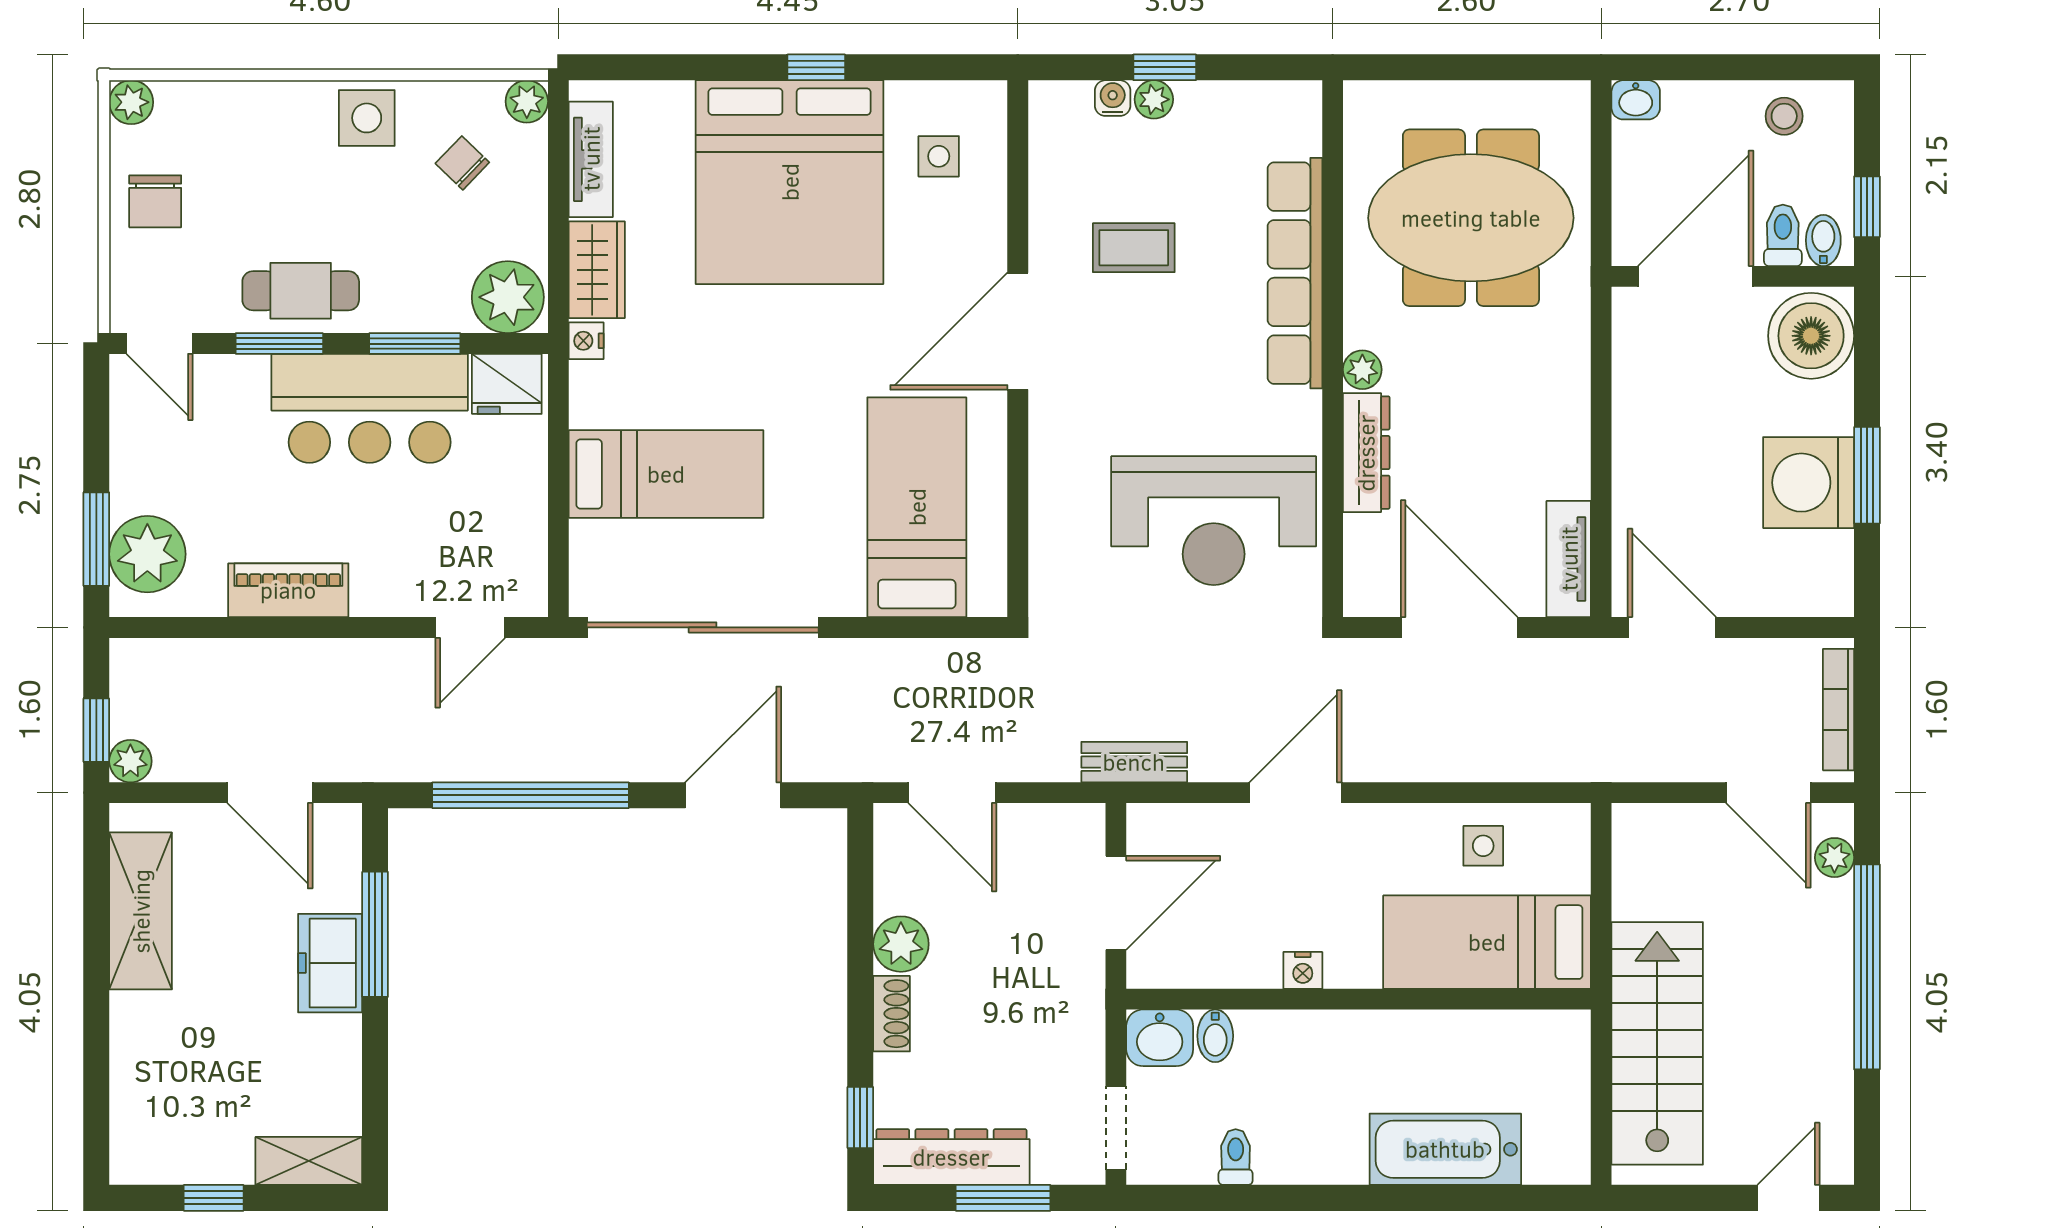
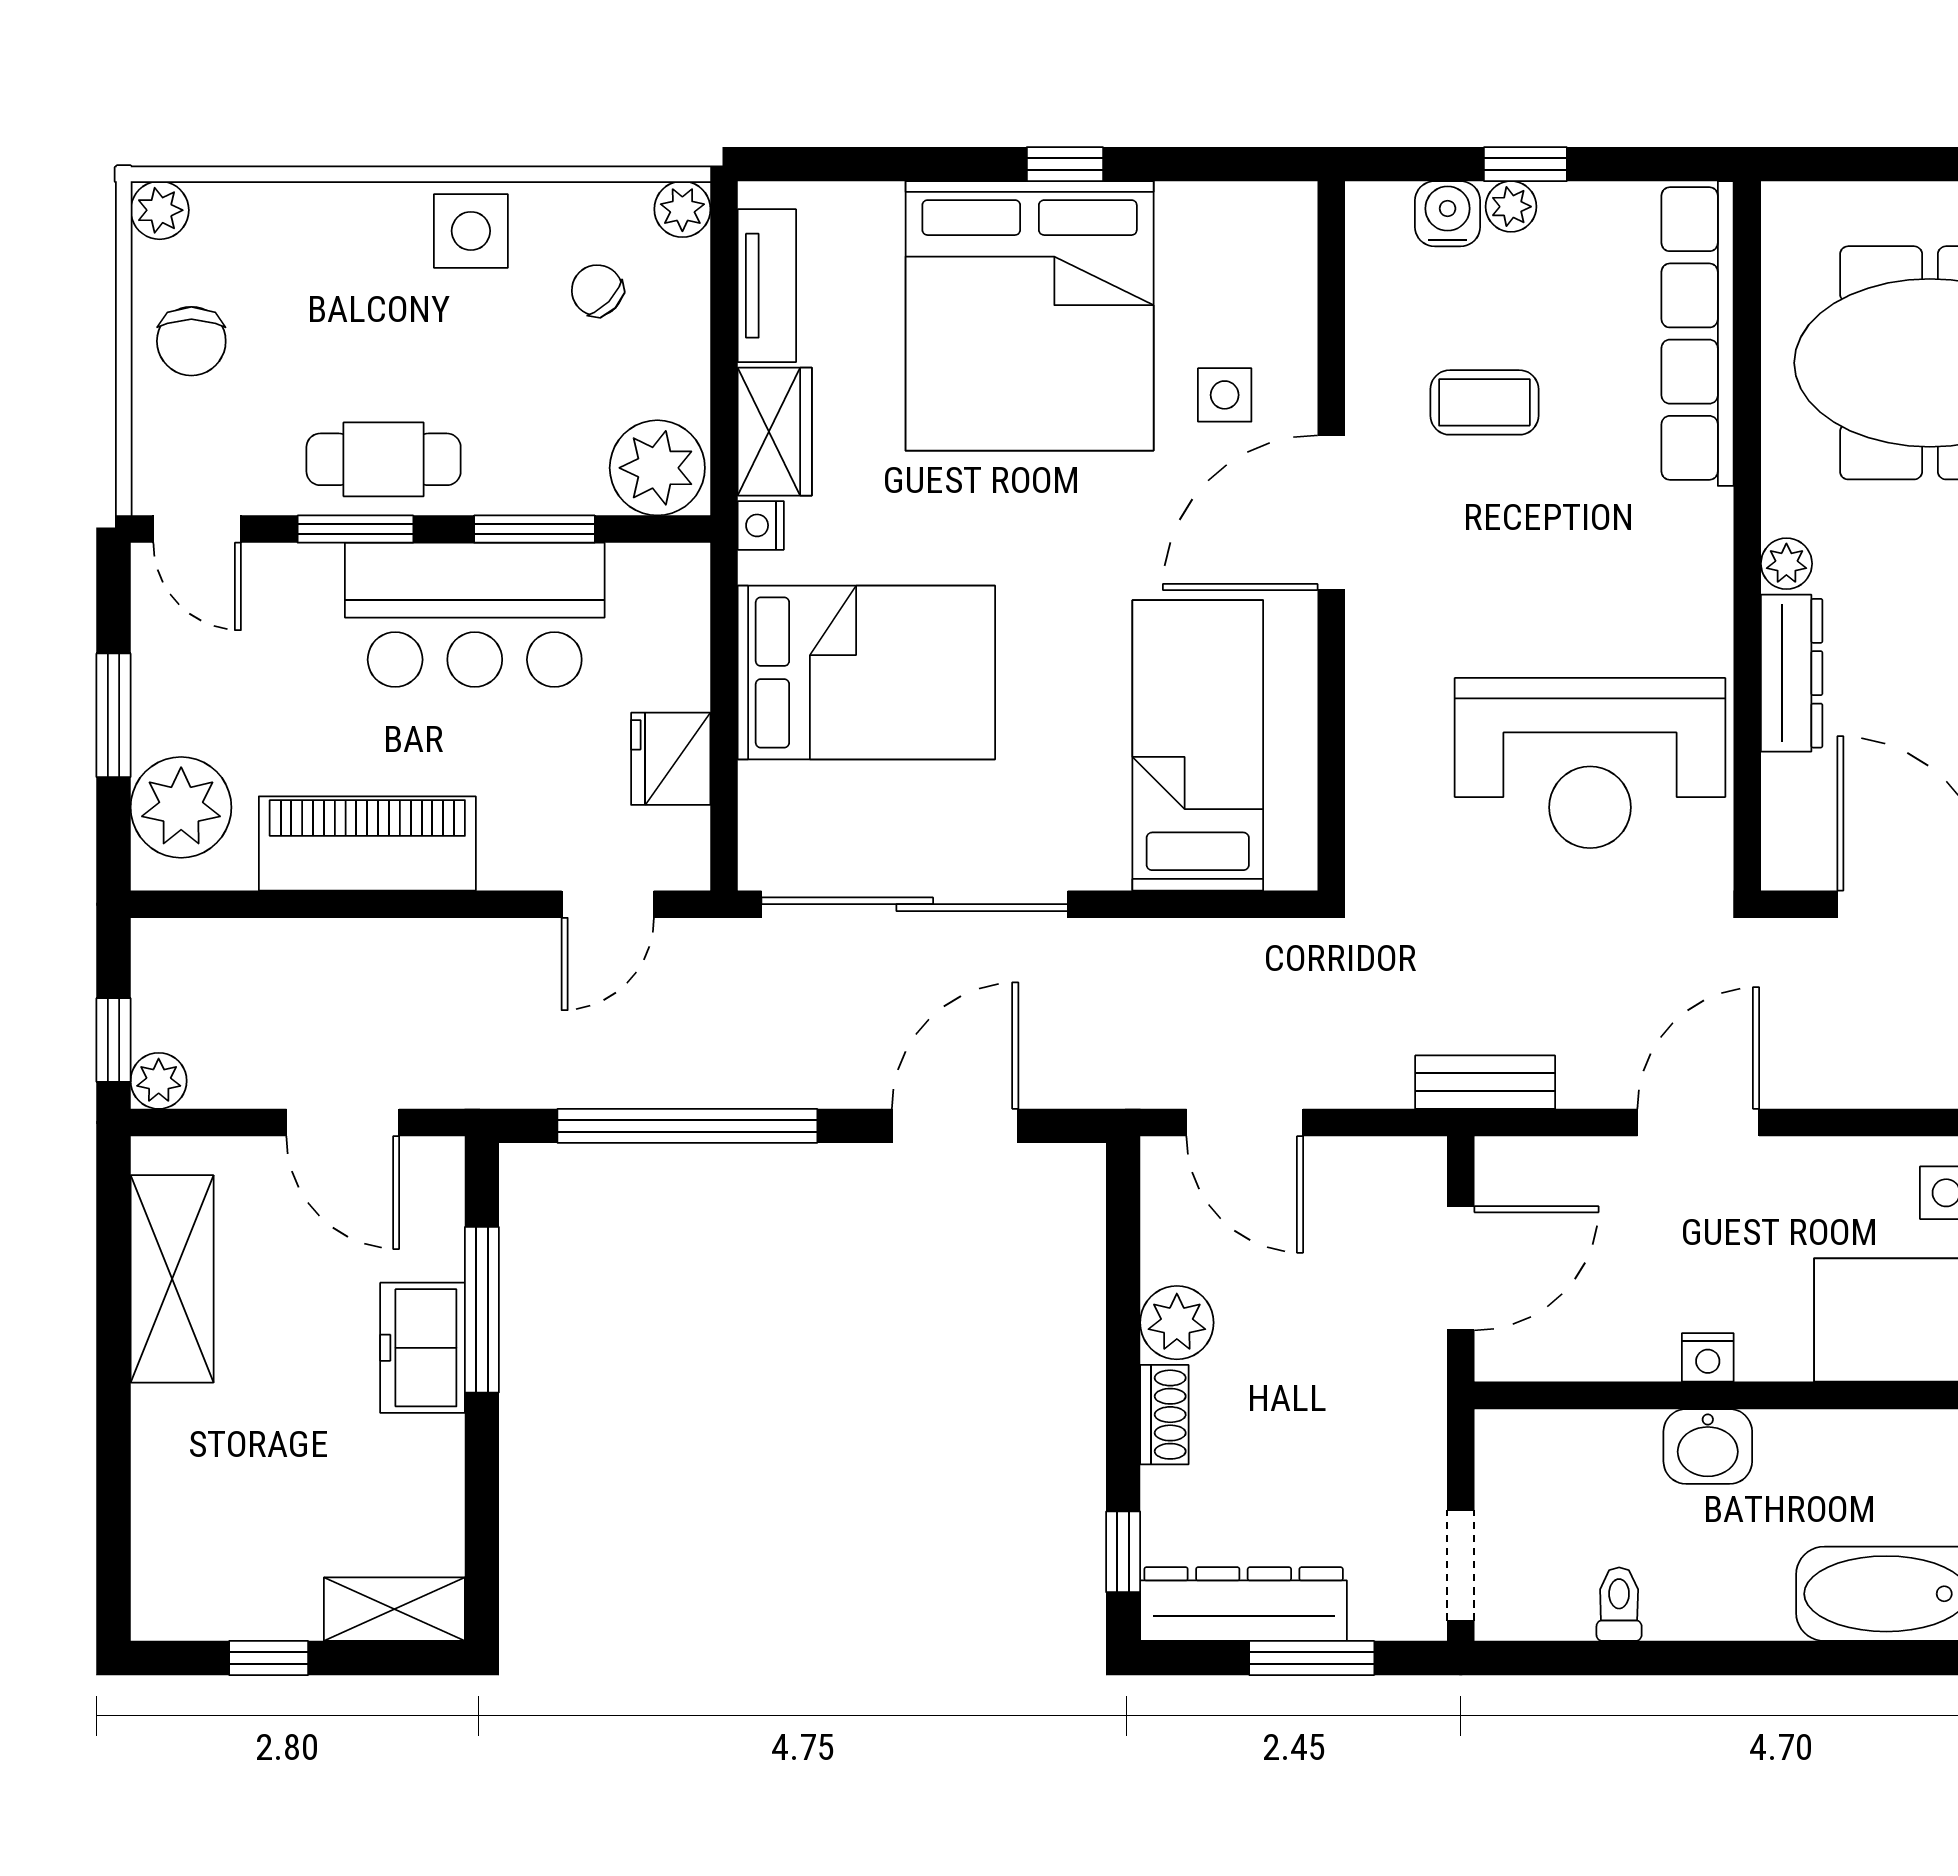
water cooler: (1113, 98) -> (1448, 214), width x1.38, depth x1.38
side table: (939, 156) -> (1225, 395), moved
row of seats: (1295, 273) -> (1698, 334), moved
fridge: (507, 384) -> (671, 759), moved, turned 90
bed: (666, 474) -> (866, 673), width x1.50
window: (96, 539) -> (114, 715), moved
piano: (288, 590) -> (367, 843), width x1.37, depth x1.33
bidet: (1215, 1036) -> (1592, 1444), removed
washbasin: (1160, 1038) -> (1708, 1446), moved

